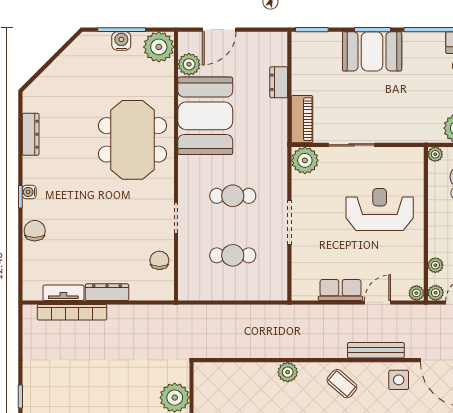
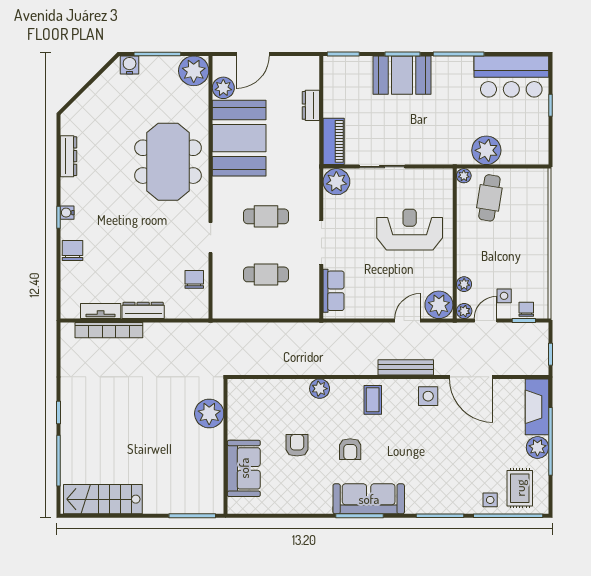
water cooler: (121, 41) -> (130, 65), moved
row of seats: (340, 290) -> (334, 291), moved, turned 90
plant: (416, 293) -> (439, 305), width x1.87, depth x1.87
coffee table: (342, 384) -> (373, 400), turned 49

